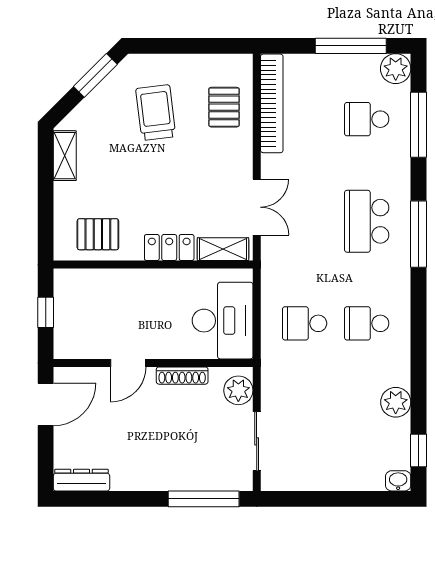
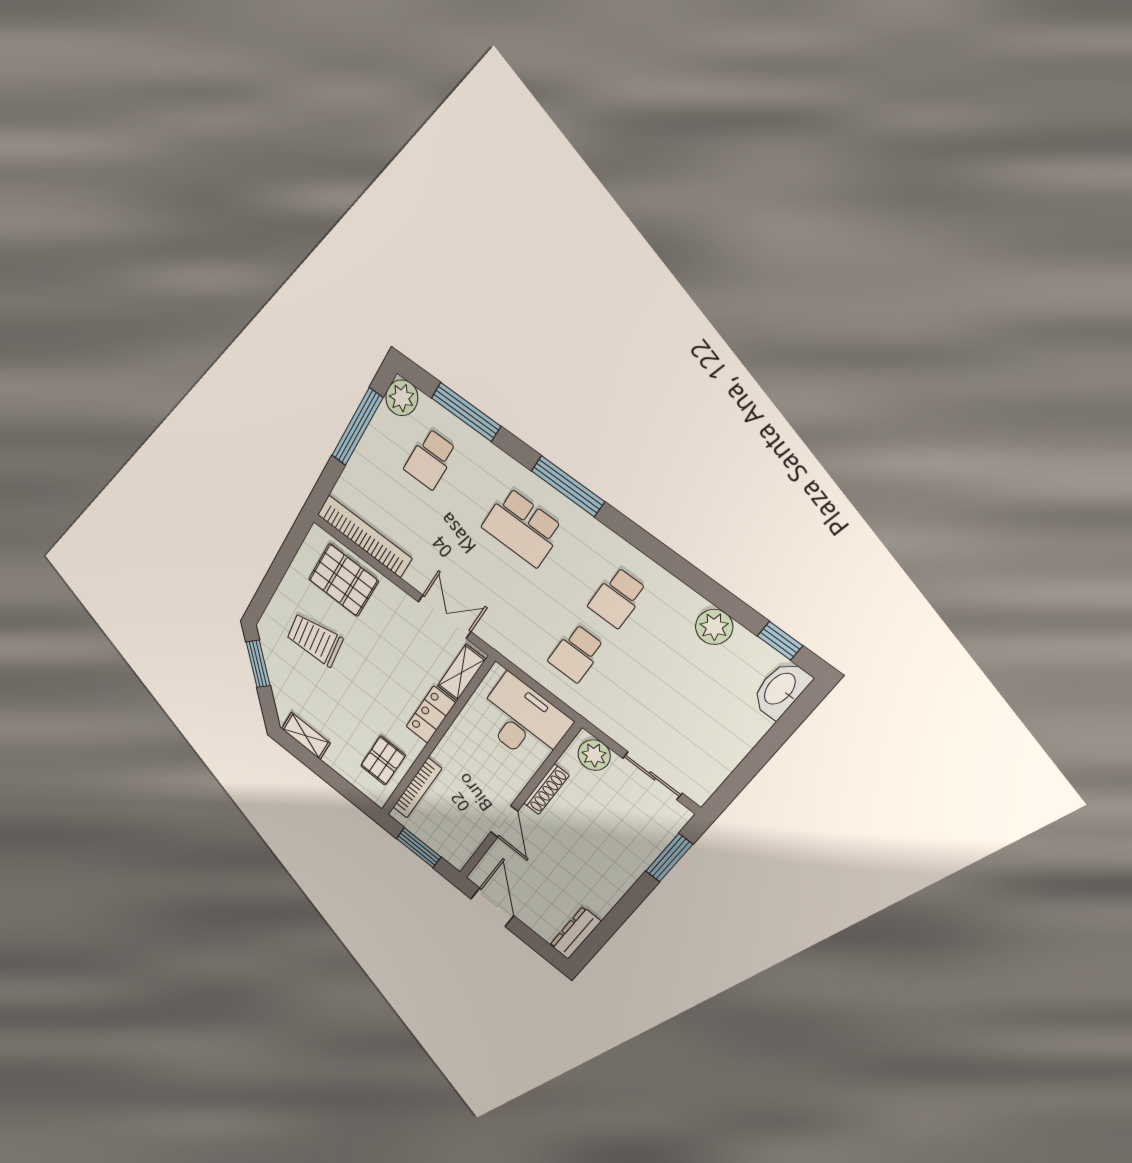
pallet: (224, 107) -> (343, 580), width x1.50, depth x1.42
bookcase: (98, 277) -> (417, 788), added
window: (46, 312) -> (419, 848), width x1.50
washbasin: (398, 481) -> (781, 689), width x1.91, depth x1.45
window: (204, 499) -> (669, 858), width x0.69

